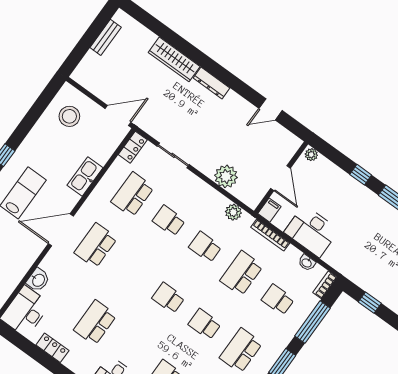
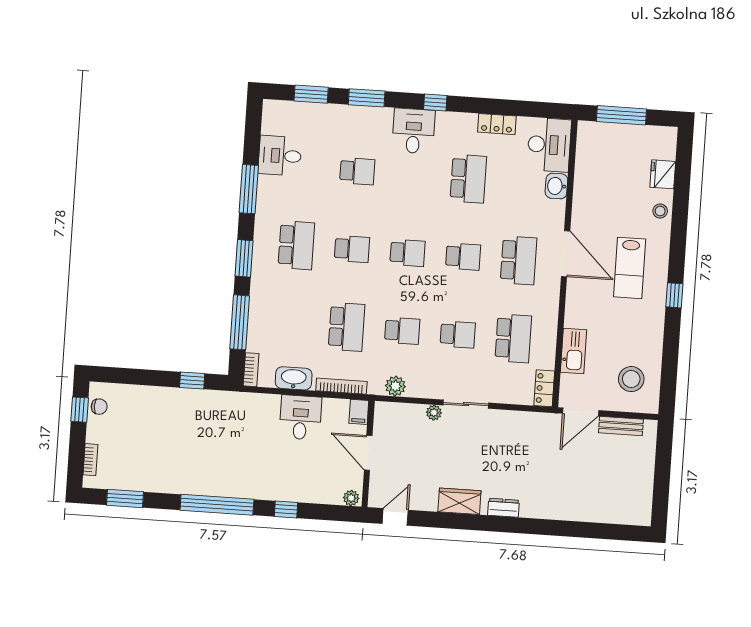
bench: (106, 37) -> (621, 426), moved, turned 90
wardrobe: (174, 59) -> (459, 501), moved, width x0.67
dresser: (211, 83) -> (503, 508), width x0.70
door: (271, 109) -> (395, 517), moved
sliding door: (173, 155) -> (466, 404), moved
kitchen sink: (85, 176) -> (574, 351), moved
plant: (226, 176) -> (434, 413), width x0.53, depth x0.53
door: (61, 230) -> (566, 254), hinge flipped
desk: (312, 231) -> (300, 417), width x0.73
washbasin: (307, 263) -> (294, 378), width x1.91, depth x1.45
school desk: (278, 300) -> (463, 257), moved

